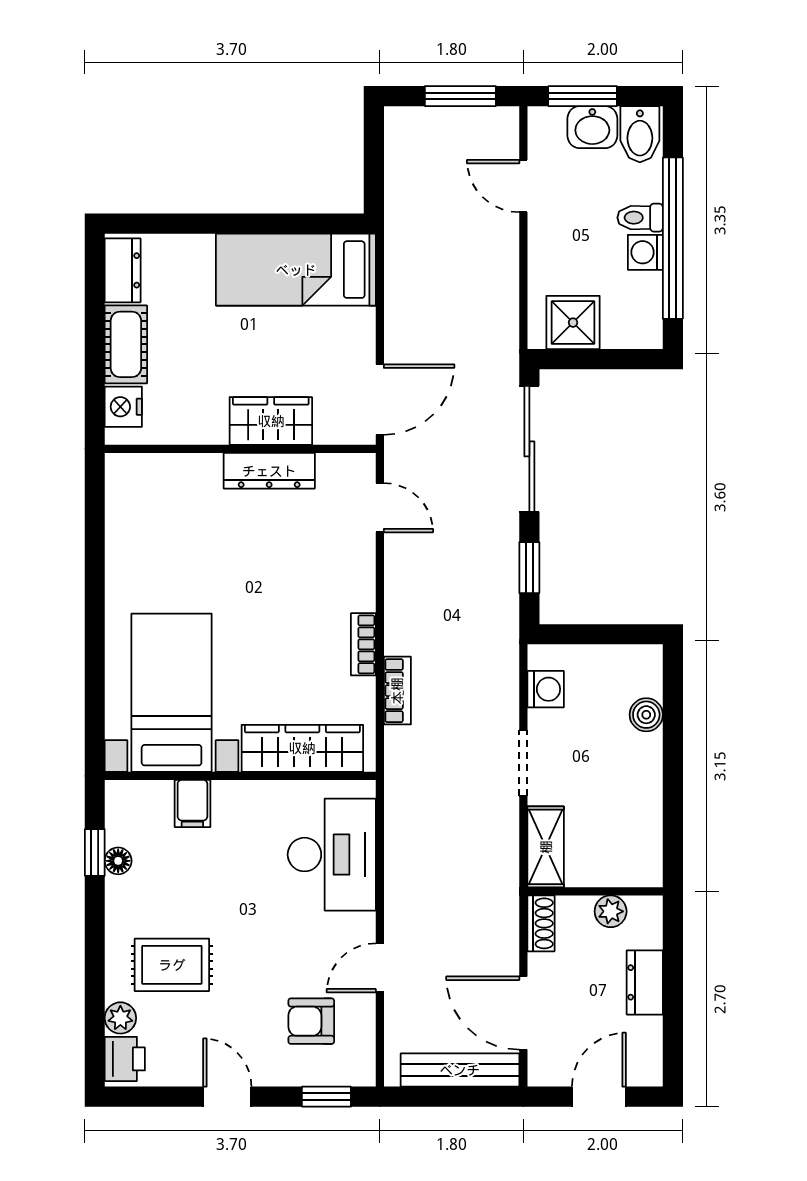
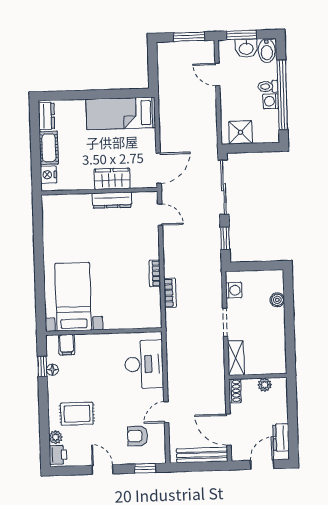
wardrobe: (302, 748) -> (130, 319), removed
filing cabinet: (192, 803) -> (67, 345), moved
dresser: (645, 982) -> (281, 438), moved

